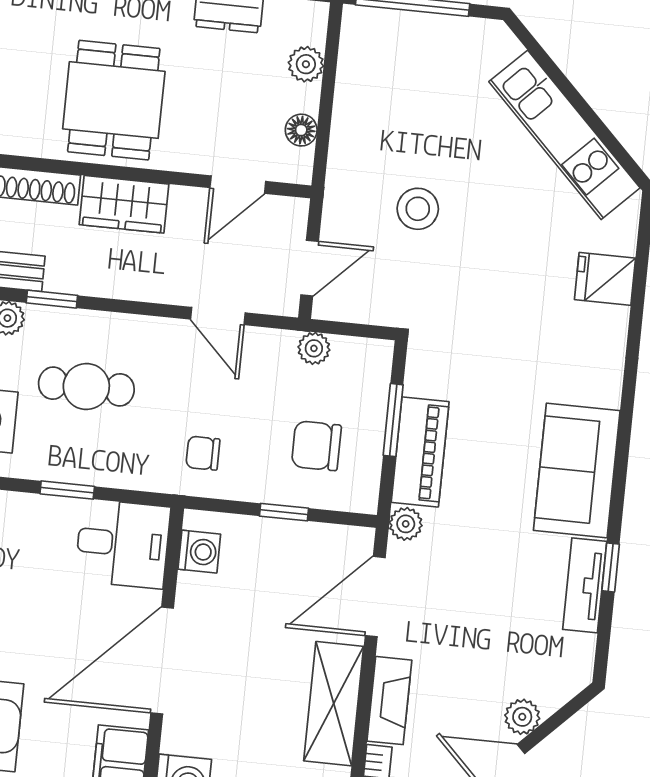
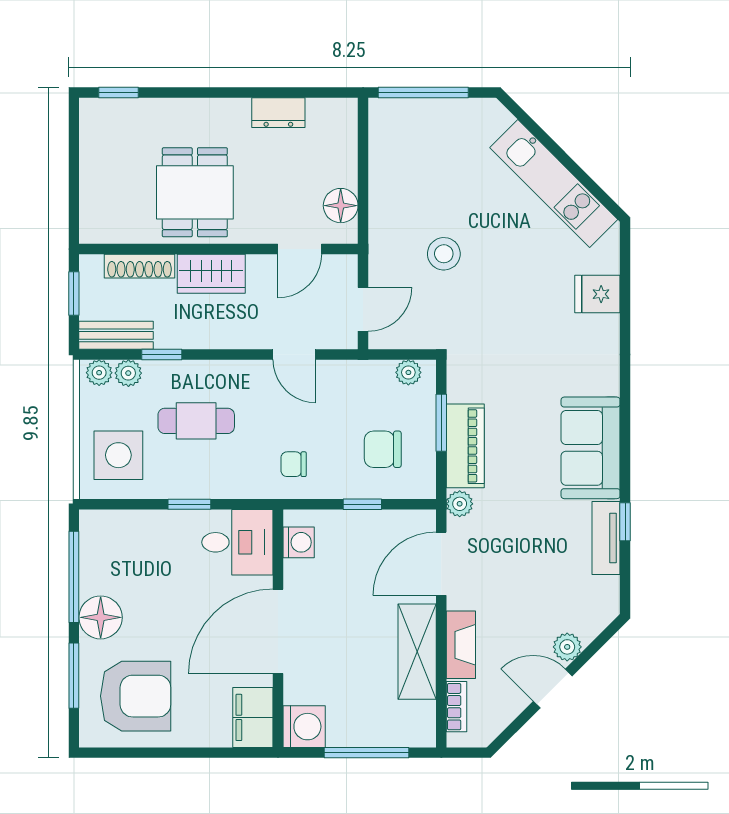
plant: (306, 64) -> (344, 148), removed
floor lamp: (301, 130) -> (341, 206), width x1.37, depth x1.37
plant: (314, 348) -> (408, 372), moved

